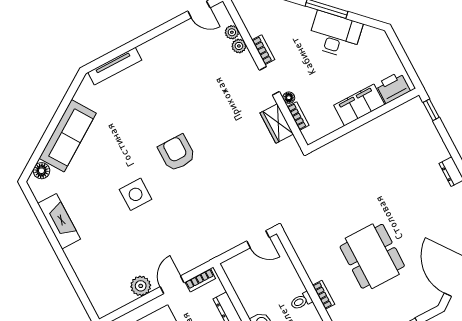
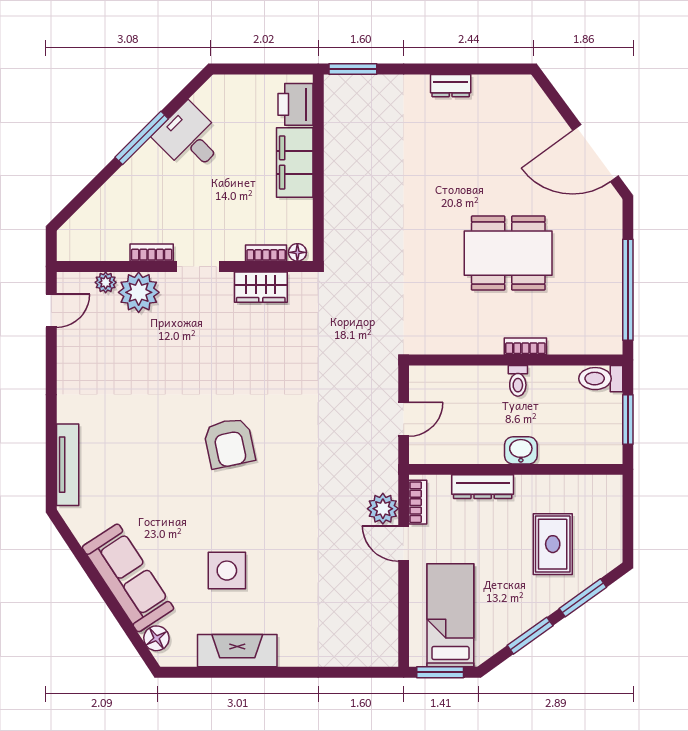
desk: (335, 35) -> (190, 138), width x0.73
plant: (239, 46) -> (139, 292), width x1.88, depth x1.88
floor lamp: (289, 98) -> (297, 252), moved
window: (431, 110) -> (353, 69), width x1.50
armchair: (177, 153) -> (229, 443), turned -102
side table: (136, 194) -> (227, 571), moved
door: (258, 239) -> (404, 419), moved
plant: (141, 286) -> (383, 509), moved

